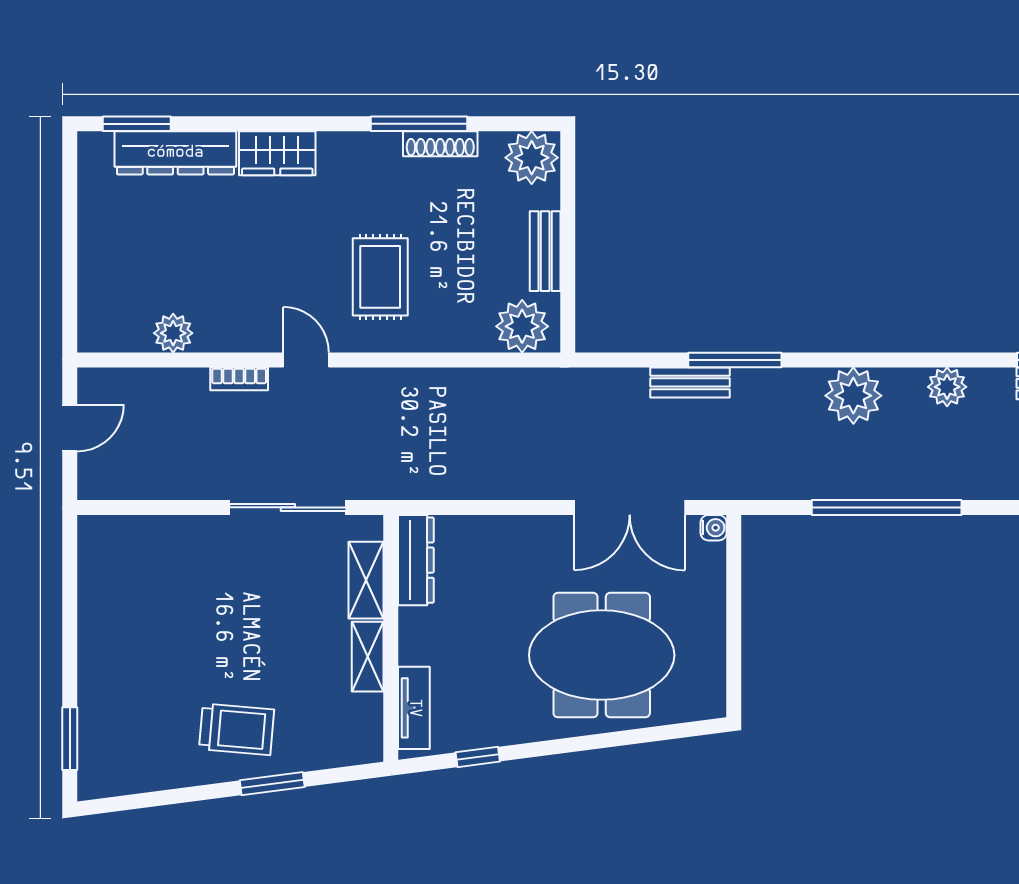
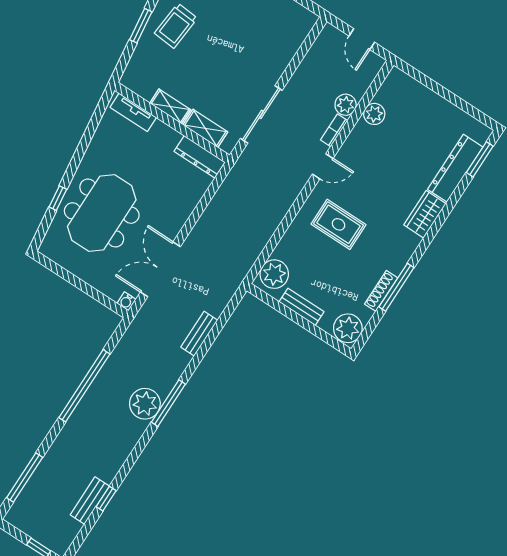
window: (735, 360) -> (168, 403), moved
plant: (947, 387) -> (346, 105), moved
window: (478, 757) -> (58, 198), moved

